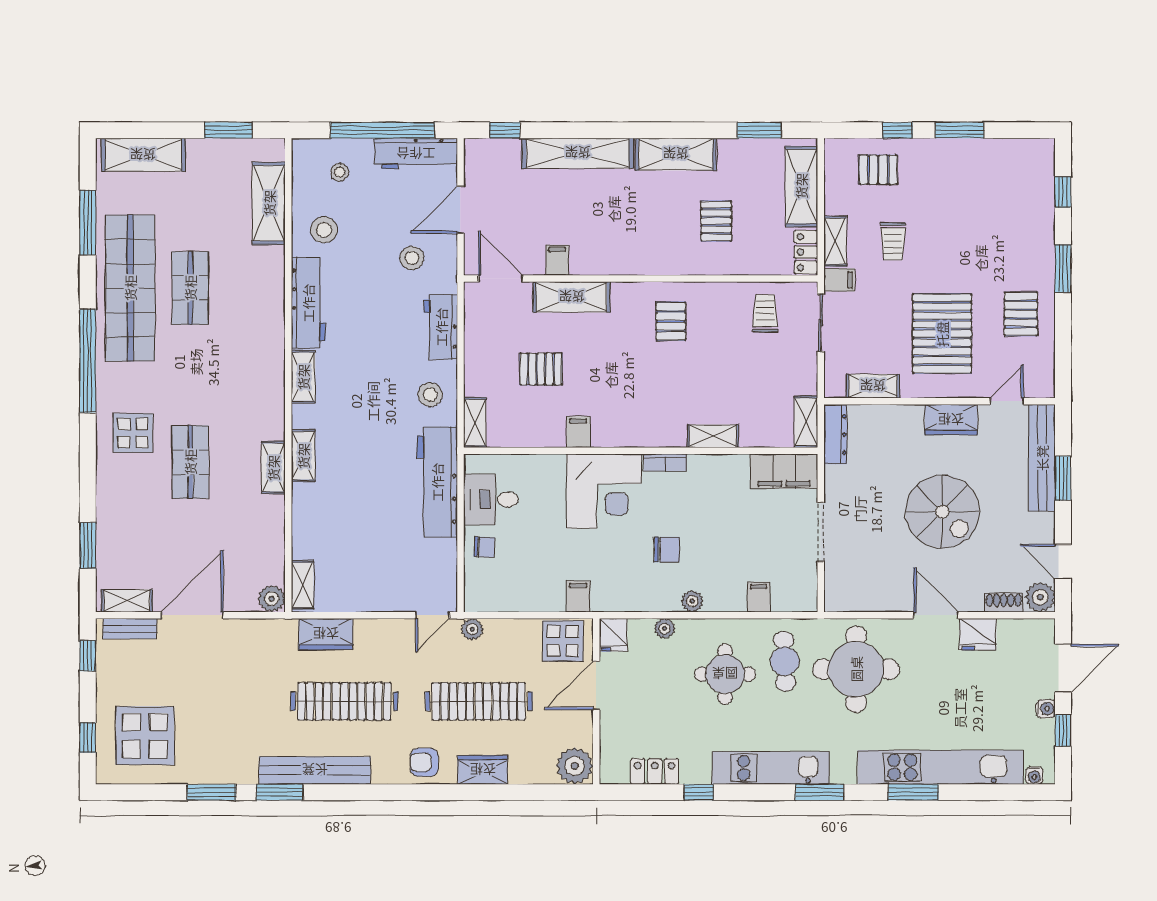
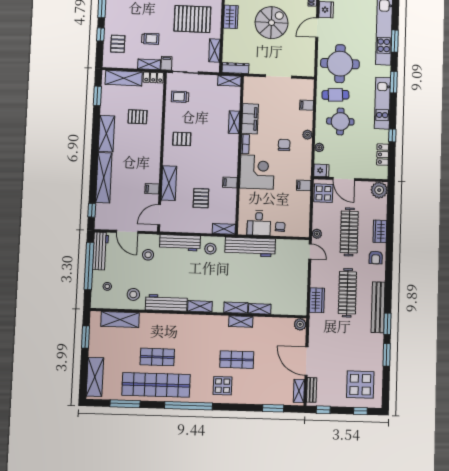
workbench: (441, 327) -> (180, 243), width x1.38
filing cabinet: (784, 471) -> (250, 119), moved
shelving: (302, 585) -> (260, 309), moved

